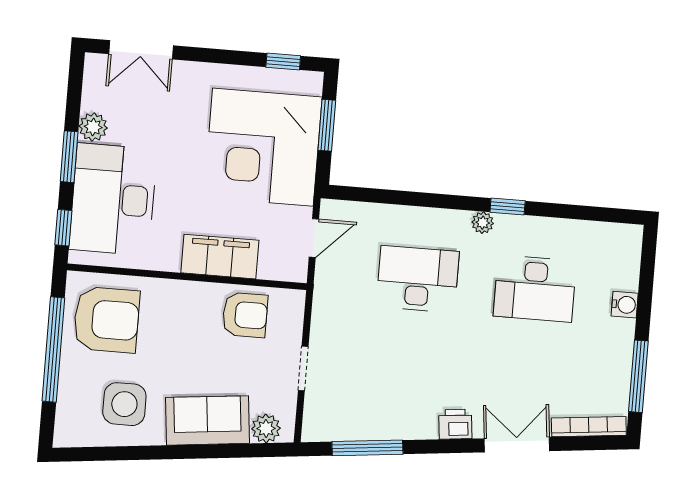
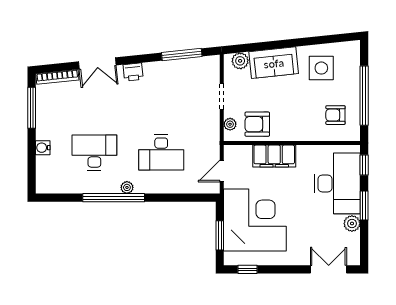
window: (508, 207) -> (114, 198), width x3.17
plant: (293, 319) -> (230, 124), added
armchair: (106, 320) -> (335, 115), width x0.53, depth x0.53

